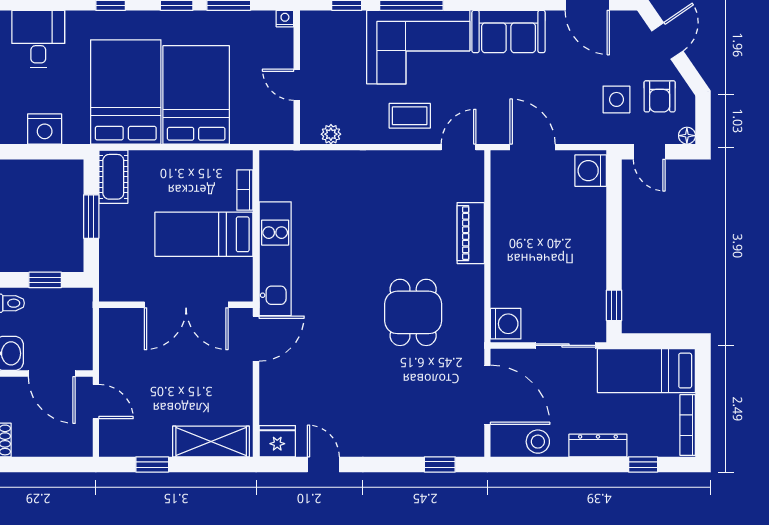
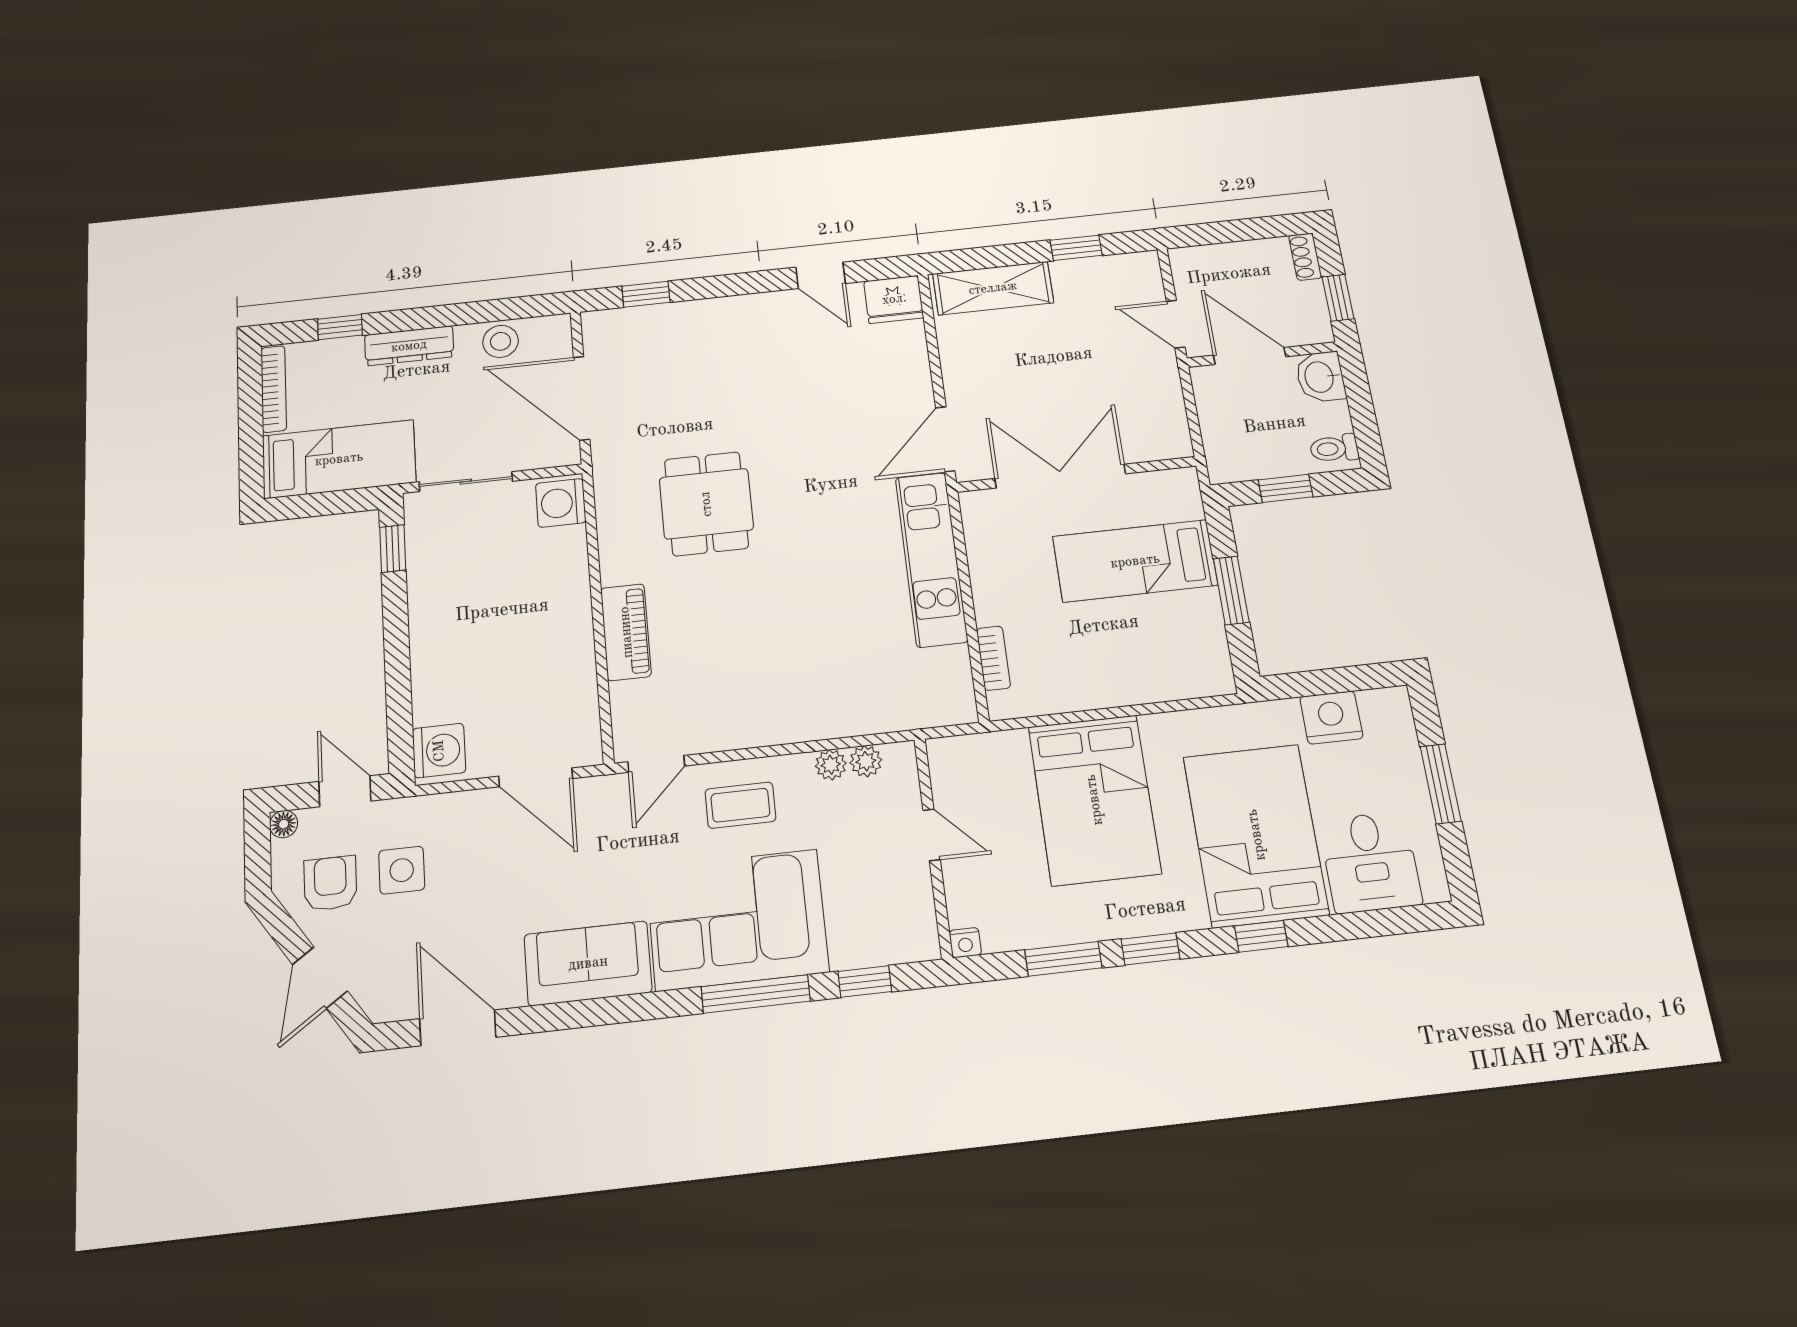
bed: (126, 92) -> (1256, 835), moved, turned 180
plant: (353, 134) -> (831, 765), added
cot: (113, 177) -> (1207, 655), removed
bed: (204, 234) -> (1135, 561), moved, turned 180

